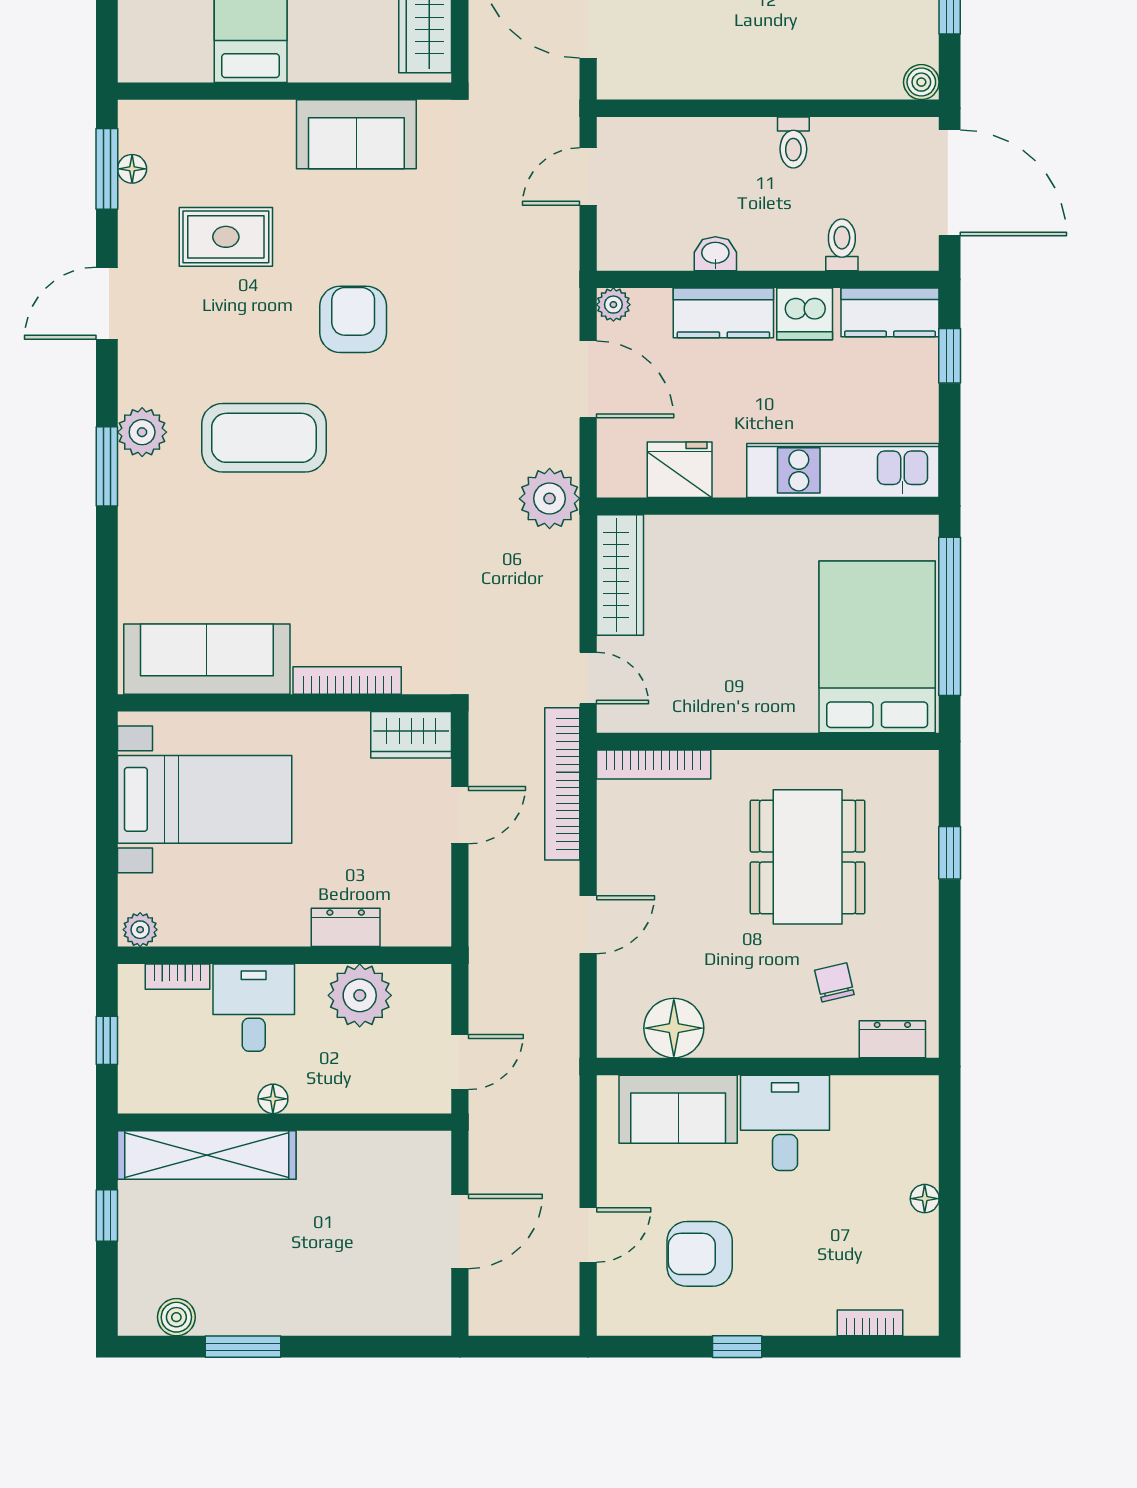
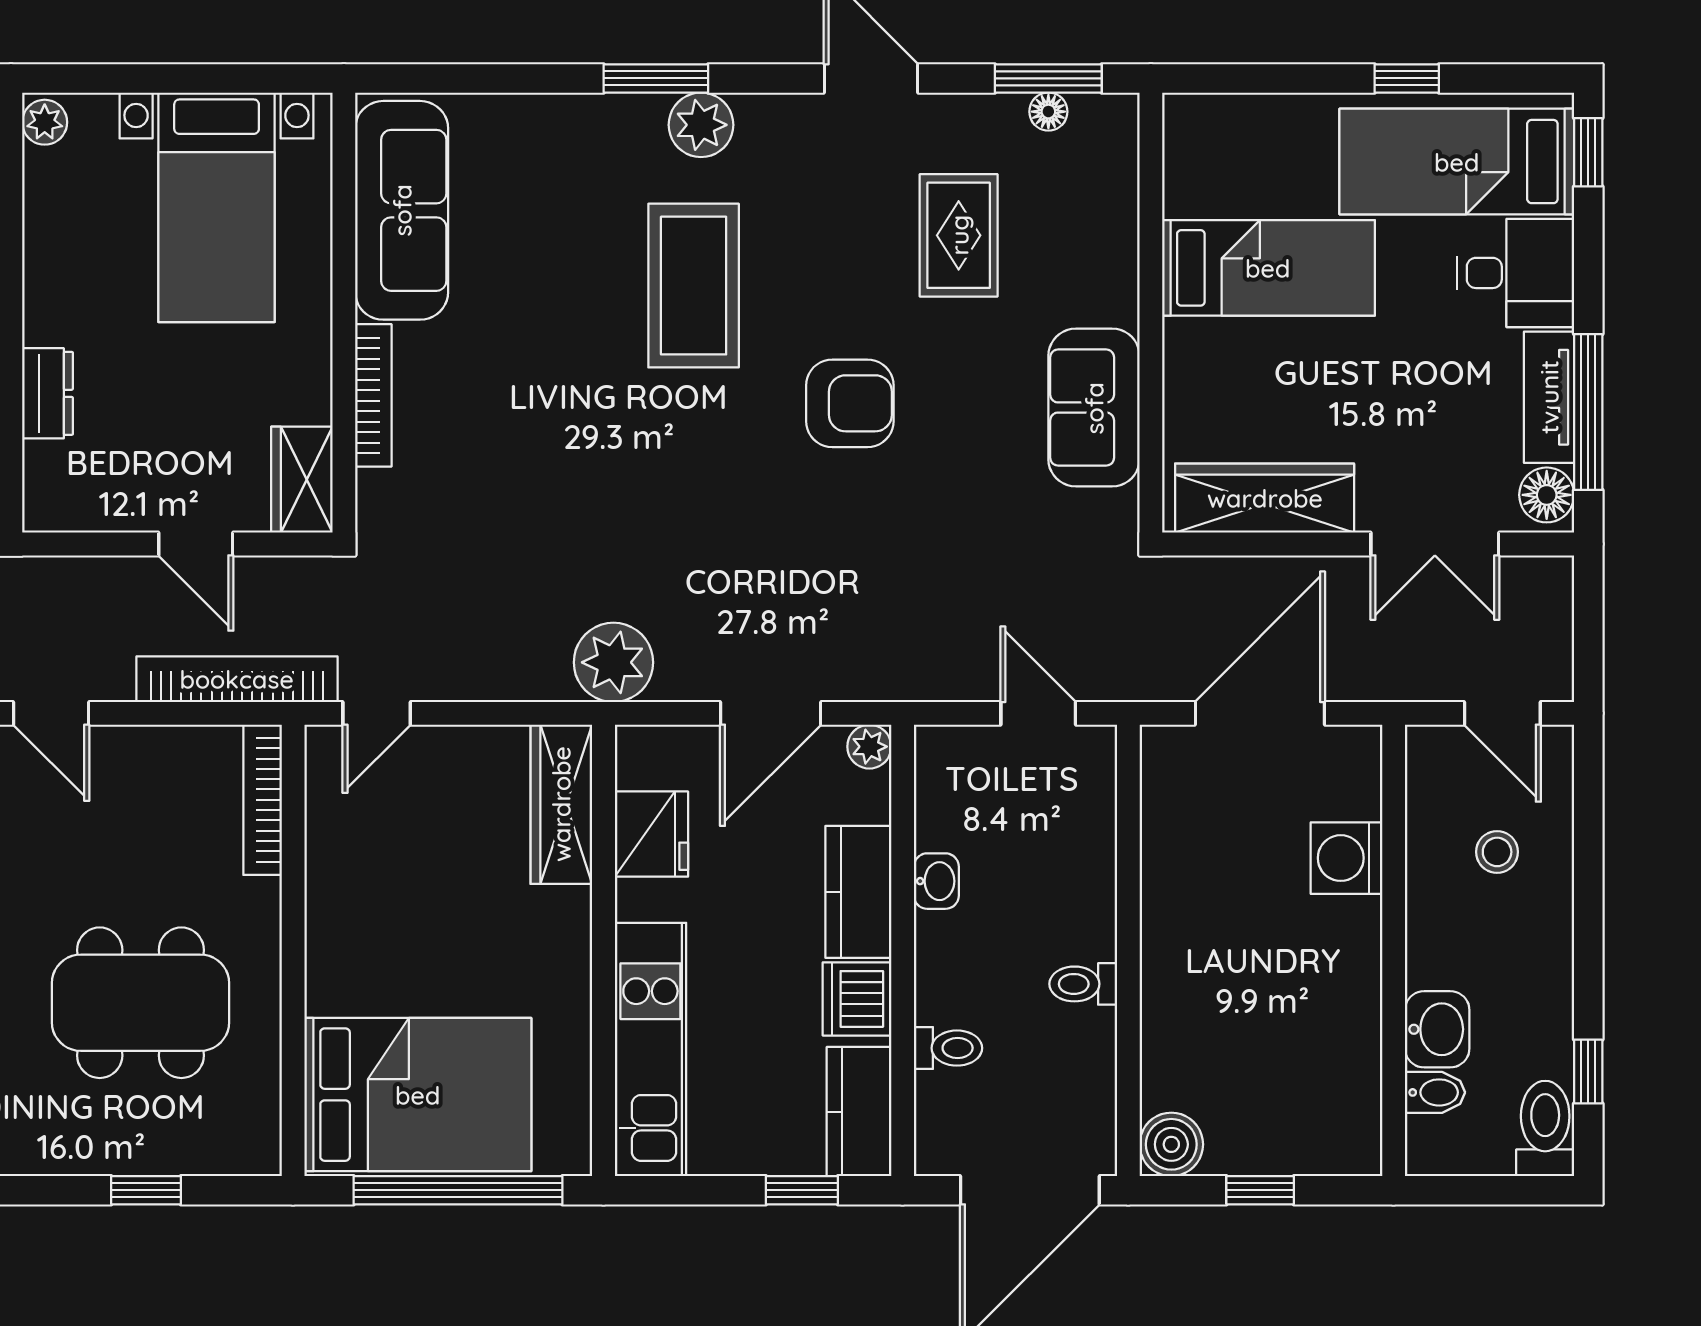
boiler: (921, 82) -> (1171, 1144), width x1.36, depth x1.36
wardrobe: (620, 575) -> (561, 804), moved, turned 90

